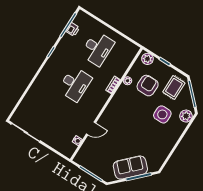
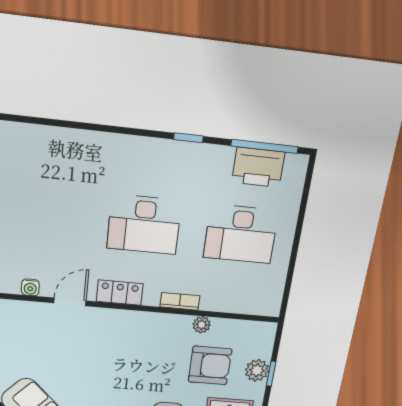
printer: (73, 29) -> (258, 167), width x1.87, depth x1.48
plant: (147, 59) -> (257, 370), moved
locker: (97, 107) -> (120, 293), added
door: (91, 128) -> (70, 302), swing flipped

